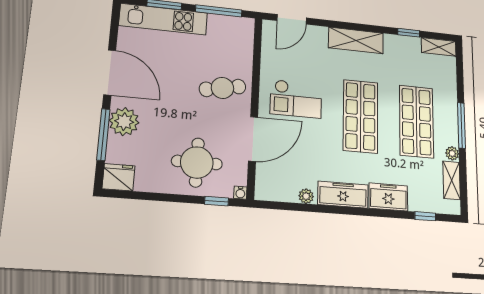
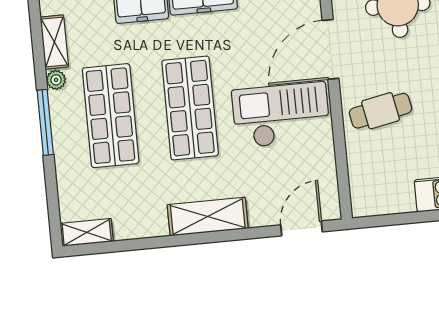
window: (219, 11) -> (402, 219), removed
window: (409, 33) -> (133, 245), removed
checkout: (296, 99) -> (281, 115), width x1.36, depth x1.21

